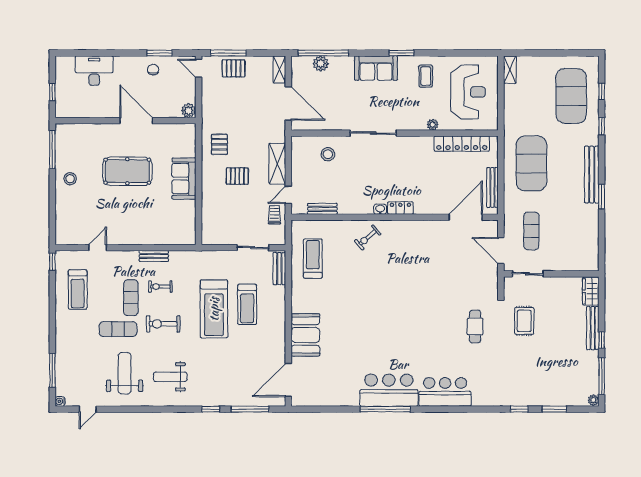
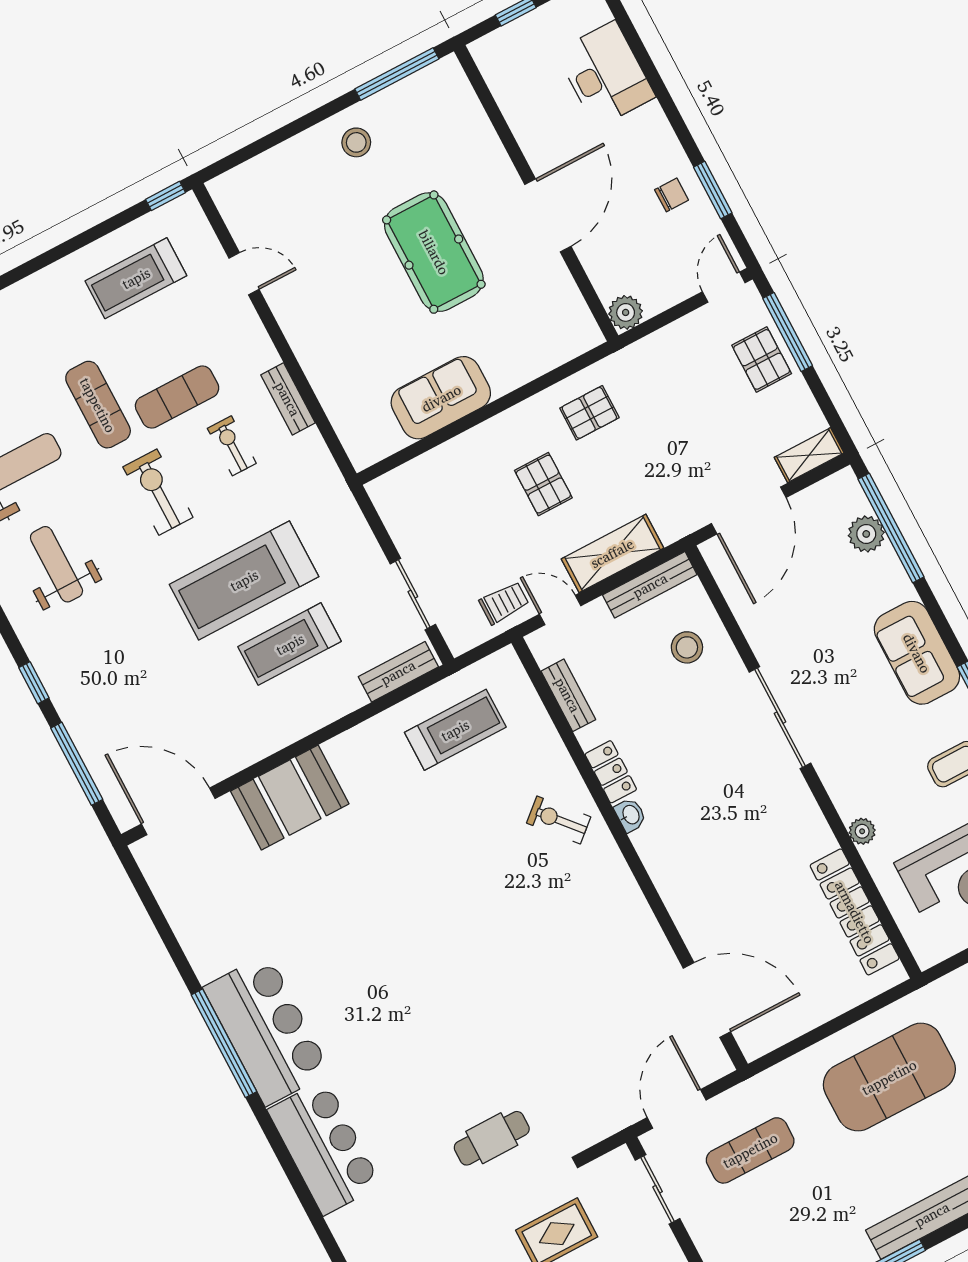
sofa: (184, 179) -> (441, 398), moved
bench: (492, 187) -> (650, 585), moved
locker: (400, 208) -> (611, 772), moved

